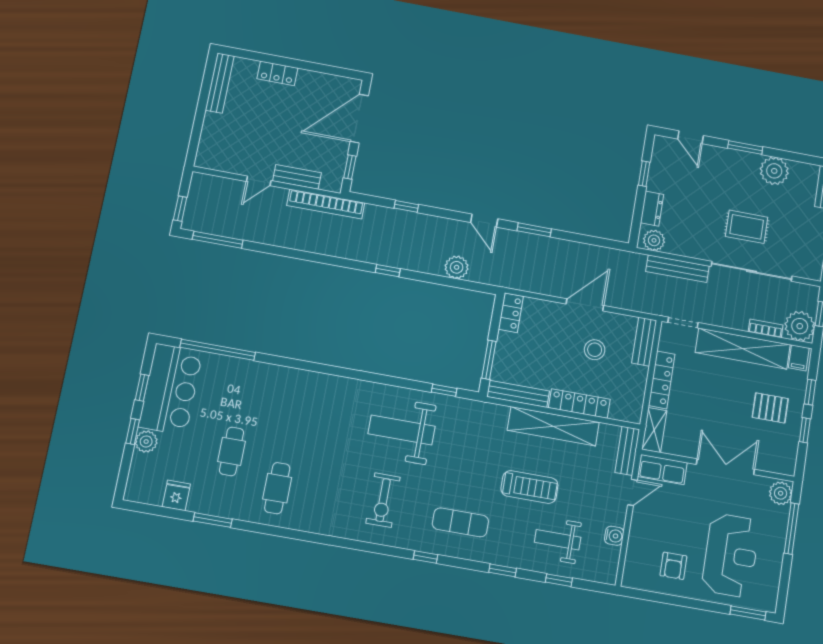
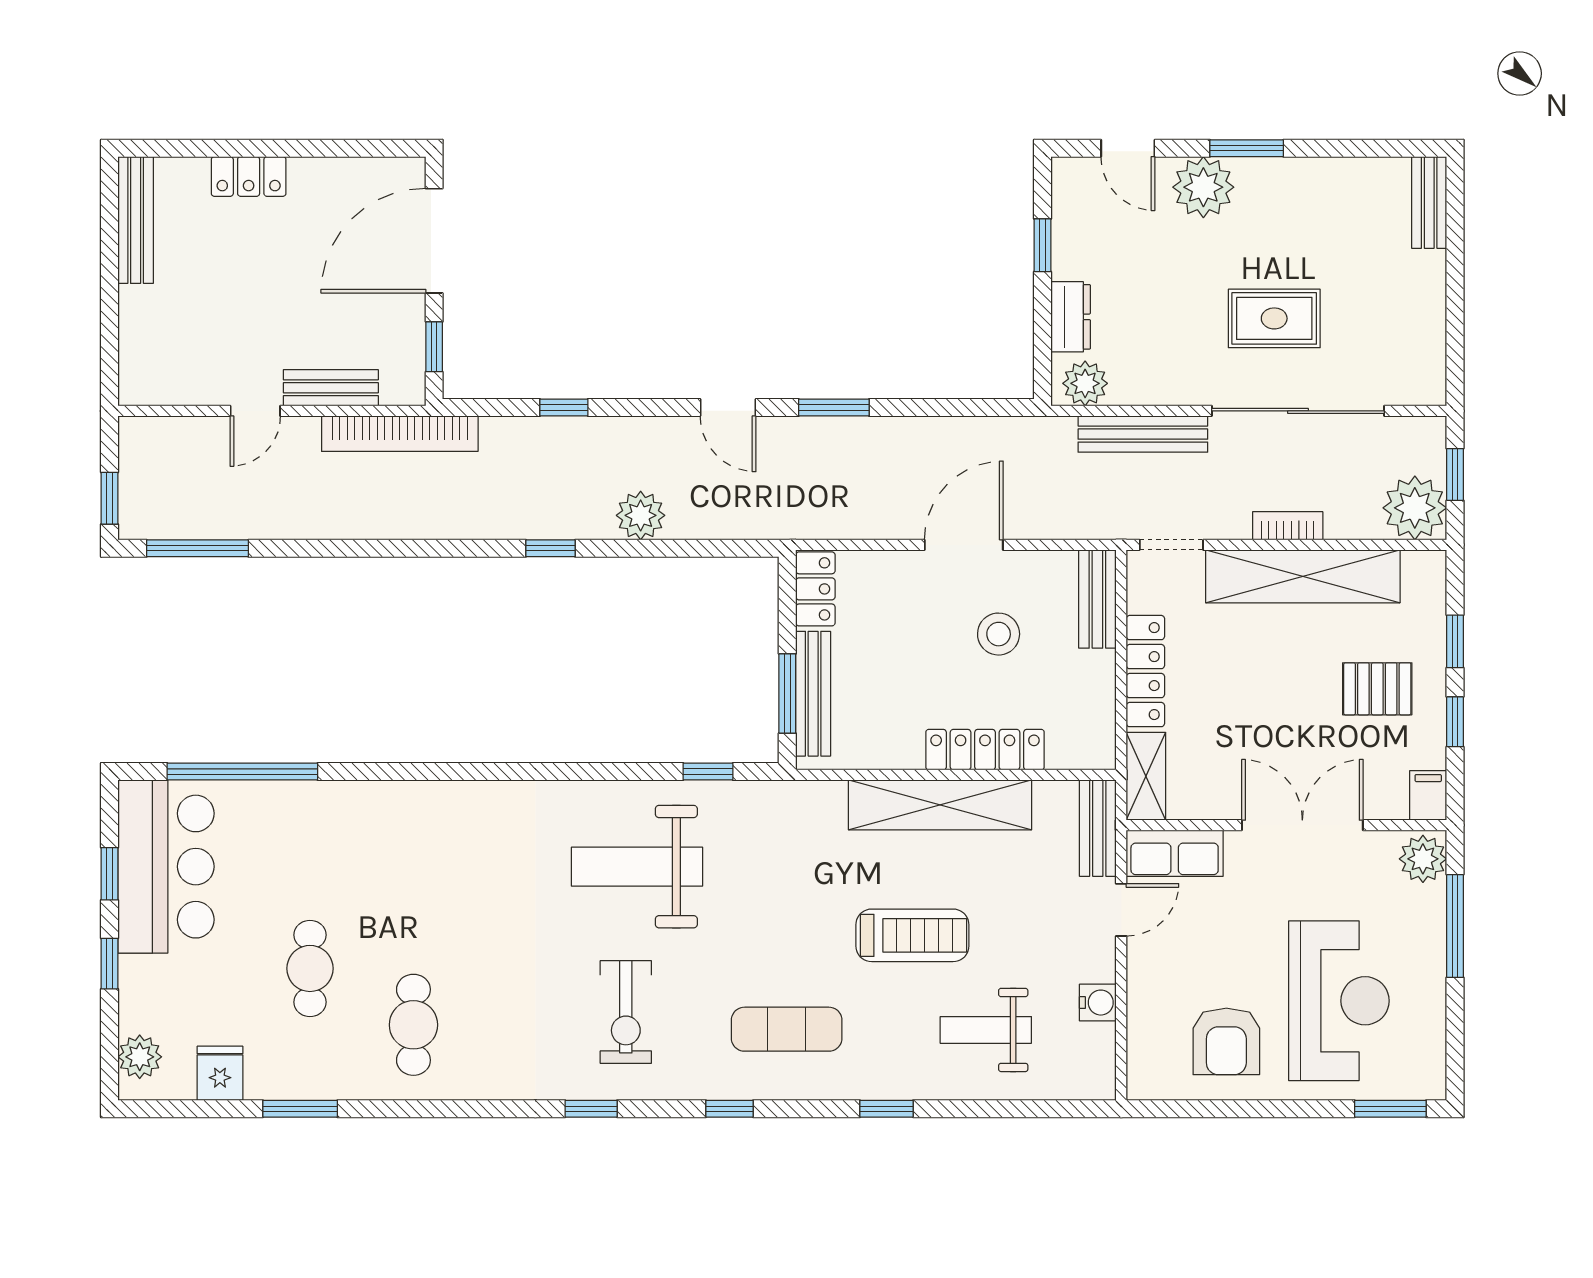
plant: (774, 171) -> (1203, 187), moved
plant: (457, 267) -> (641, 515), moved
bookcase: (766, 328) -> (1288, 526), moved
filing cabinet: (799, 358) -> (1428, 795), moved, turned 180
bench: (518, 394) -> (813, 694), moved, turned 90
plant: (146, 442) -> (140, 1057), moved
armchair: (673, 566) -> (1226, 1041), width x1.38, depth x1.38
window: (559, 580) -> (591, 1109), moved

